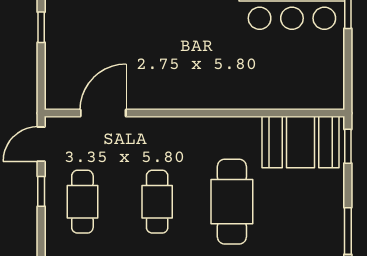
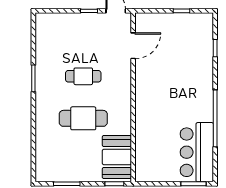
door: (103, 113) -> (133, 46), hinge flipped
cafe table: (82, 202) -> (83, 34), removed

